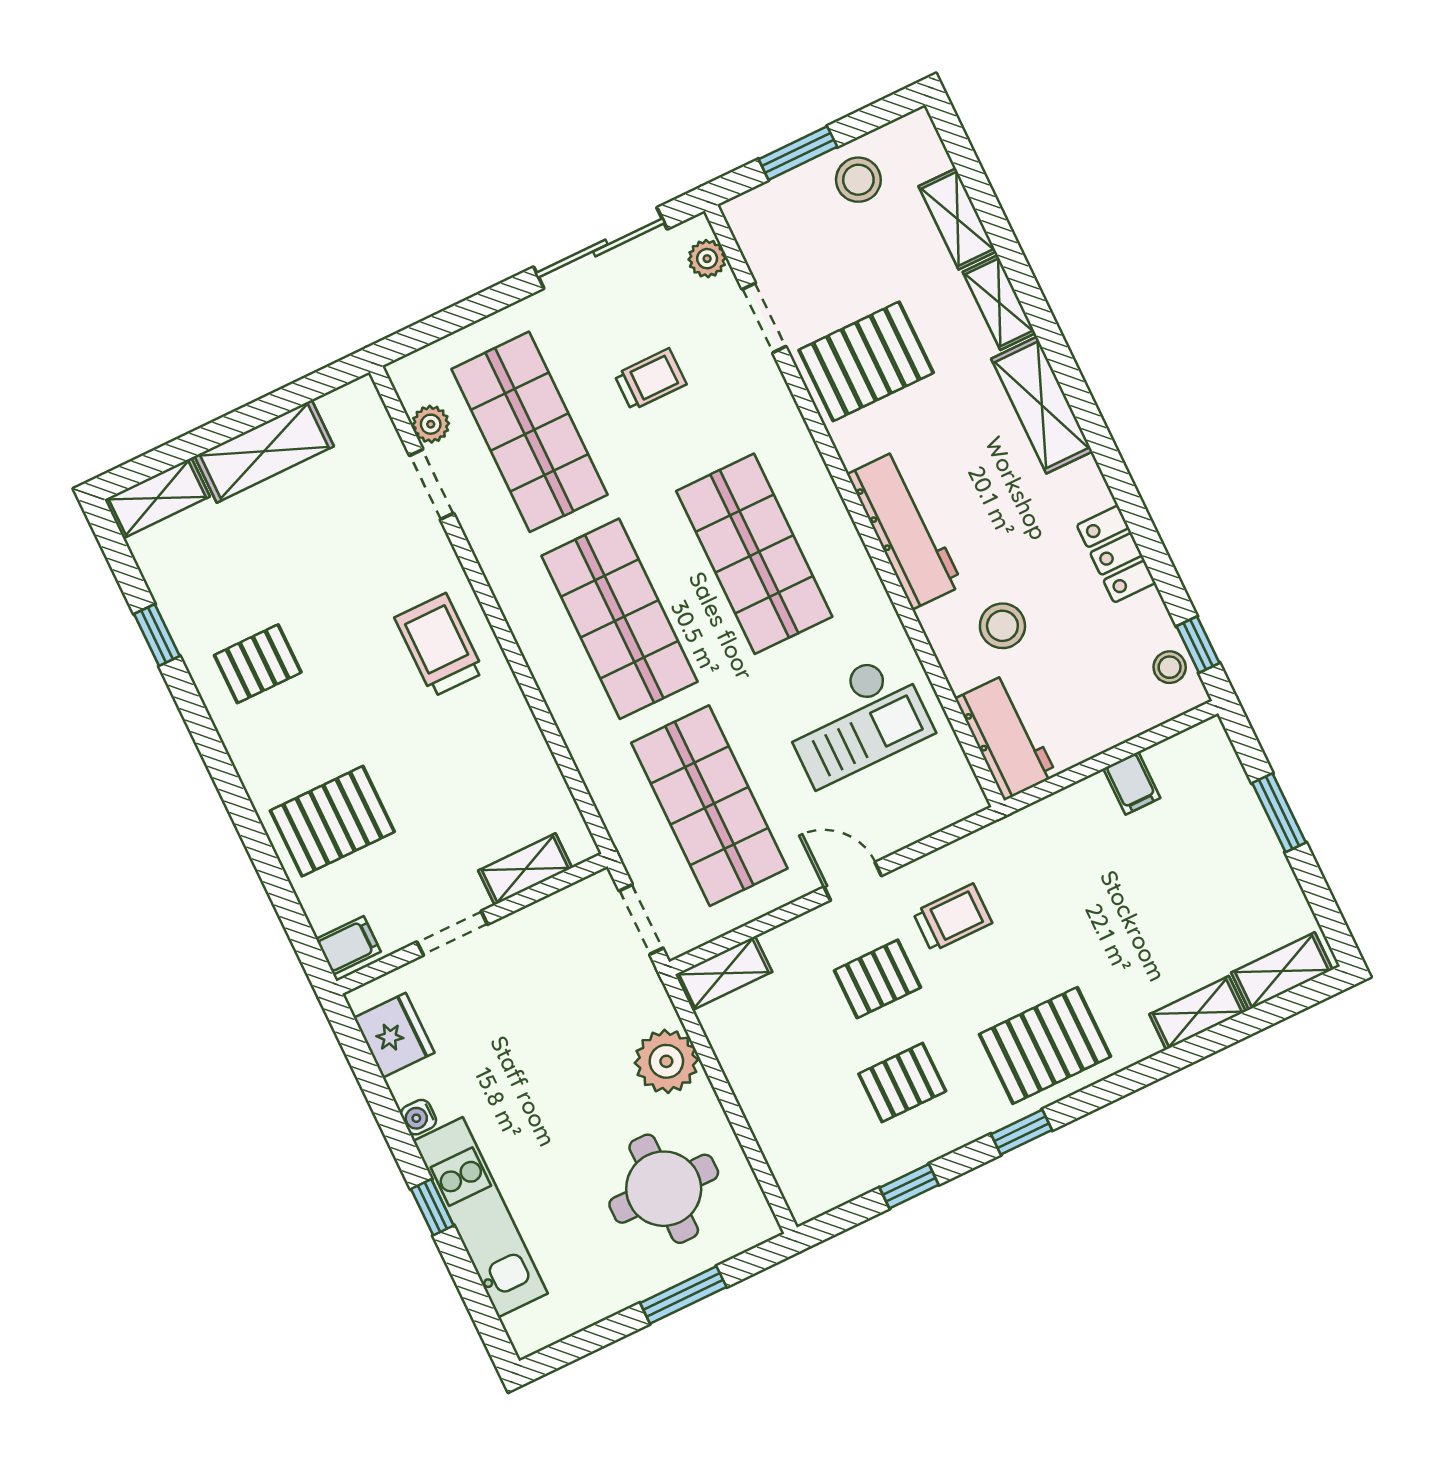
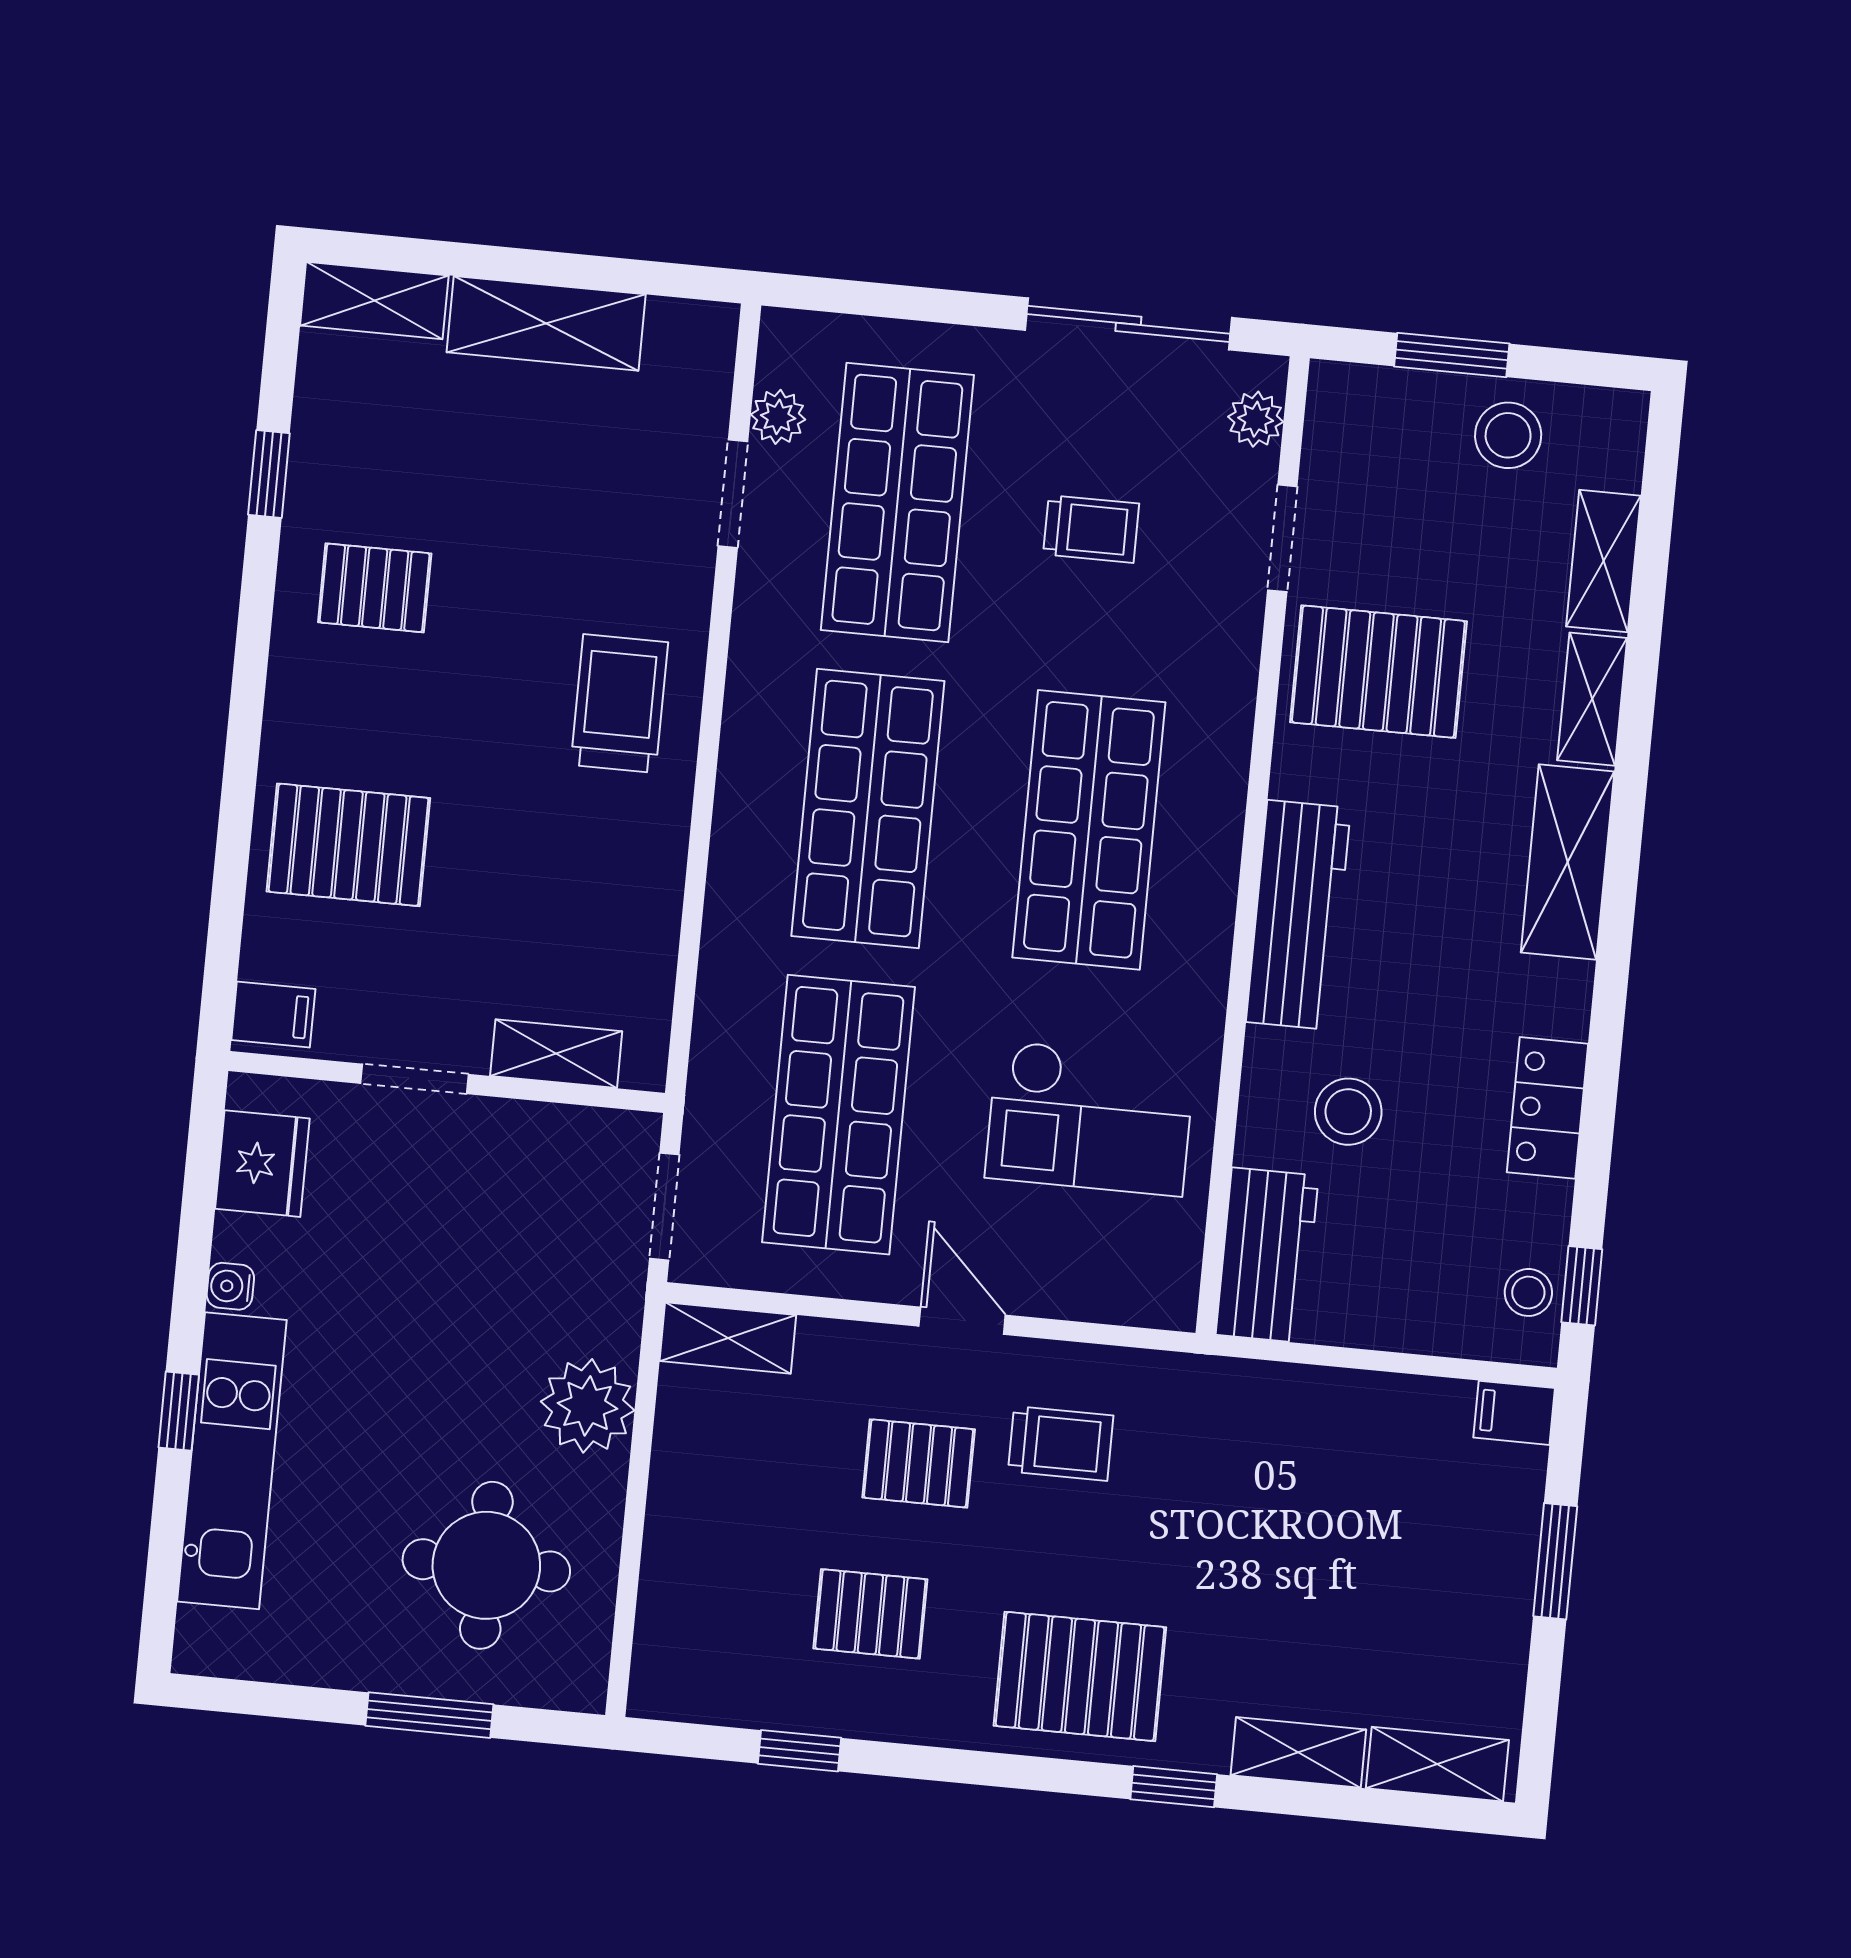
filing cabinet: (1132, 783) -> (1514, 1413), moved, turned 90
window: (1021, 1132) -> (1174, 1787), moved

